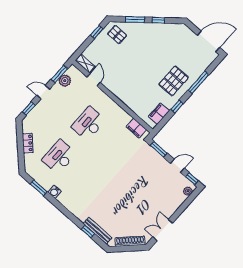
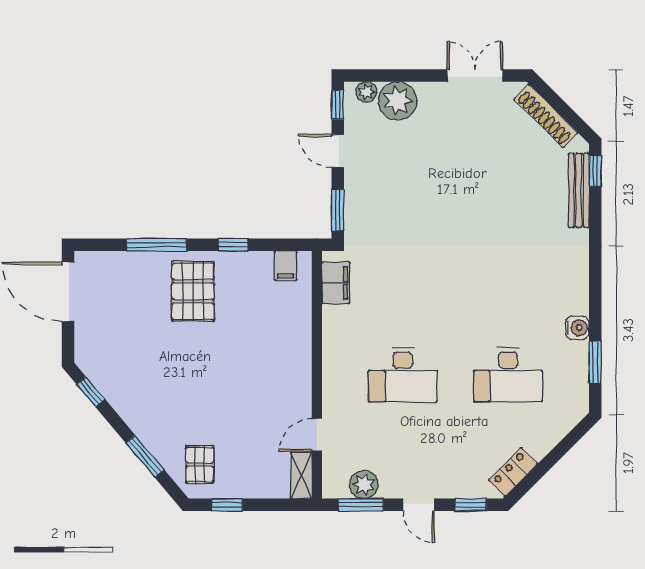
window: (158, 20) -> (91, 392), moved
pallet: (174, 81) -> (193, 291), turned 90
filing cabinet: (159, 114) -> (286, 266), width x0.50
locker: (28, 143) -> (513, 472), moved
plant: (176, 199) -> (398, 101), added
double door: (163, 230) -> (475, 76), swing flipped
window: (88, 232) -> (595, 171), moved

